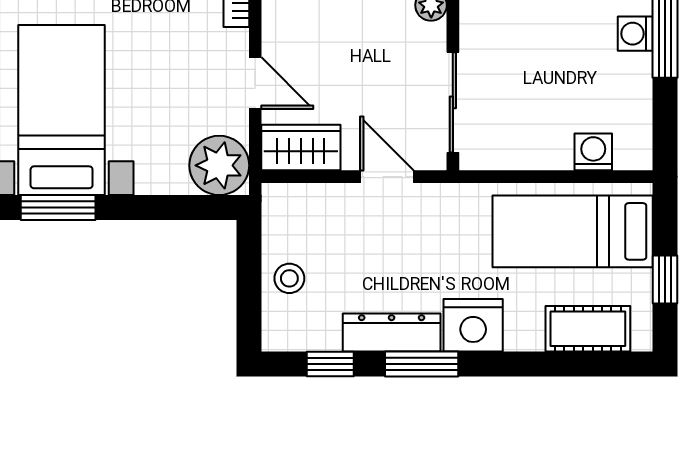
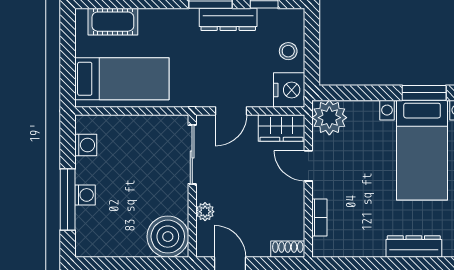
washing machine: (593, 152) -> (86, 145), moved, turned -90
door: (387, 177) -> (231, 111), hinge flipped
window: (665, 279) -> (68, 50), removed
nightstand: (473, 325) -> (289, 90), moved, turned 90

